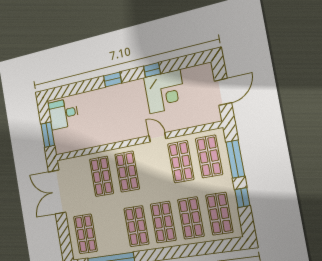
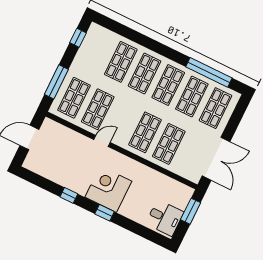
corner desk: (165, 92) -> (108, 189), moved
door: (157, 137) -> (102, 141), swing flipped
window: (242, 198) -> (78, 38), moved
shop shelf: (219, 214) -> (192, 97), moved

